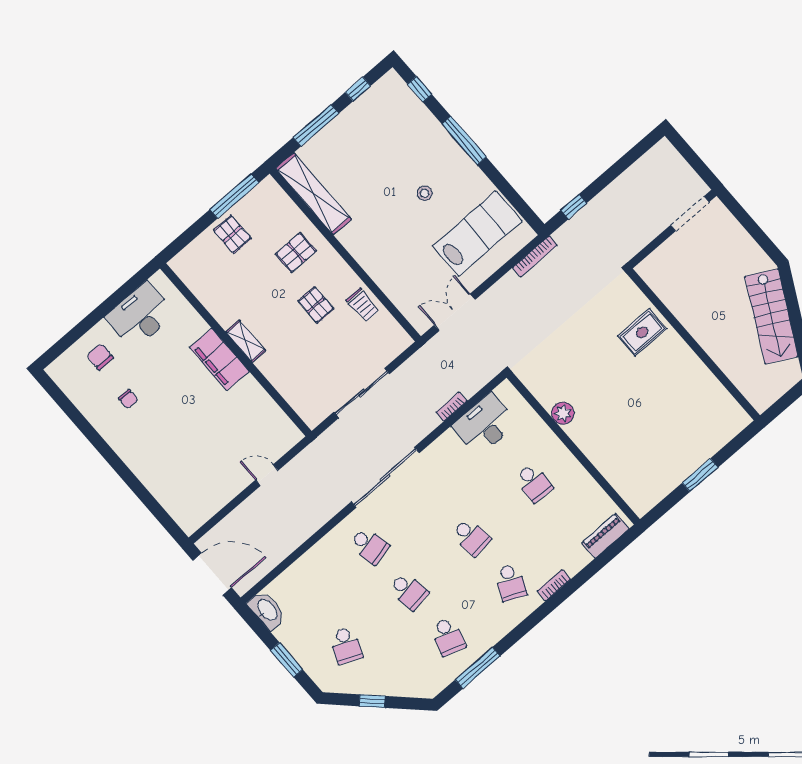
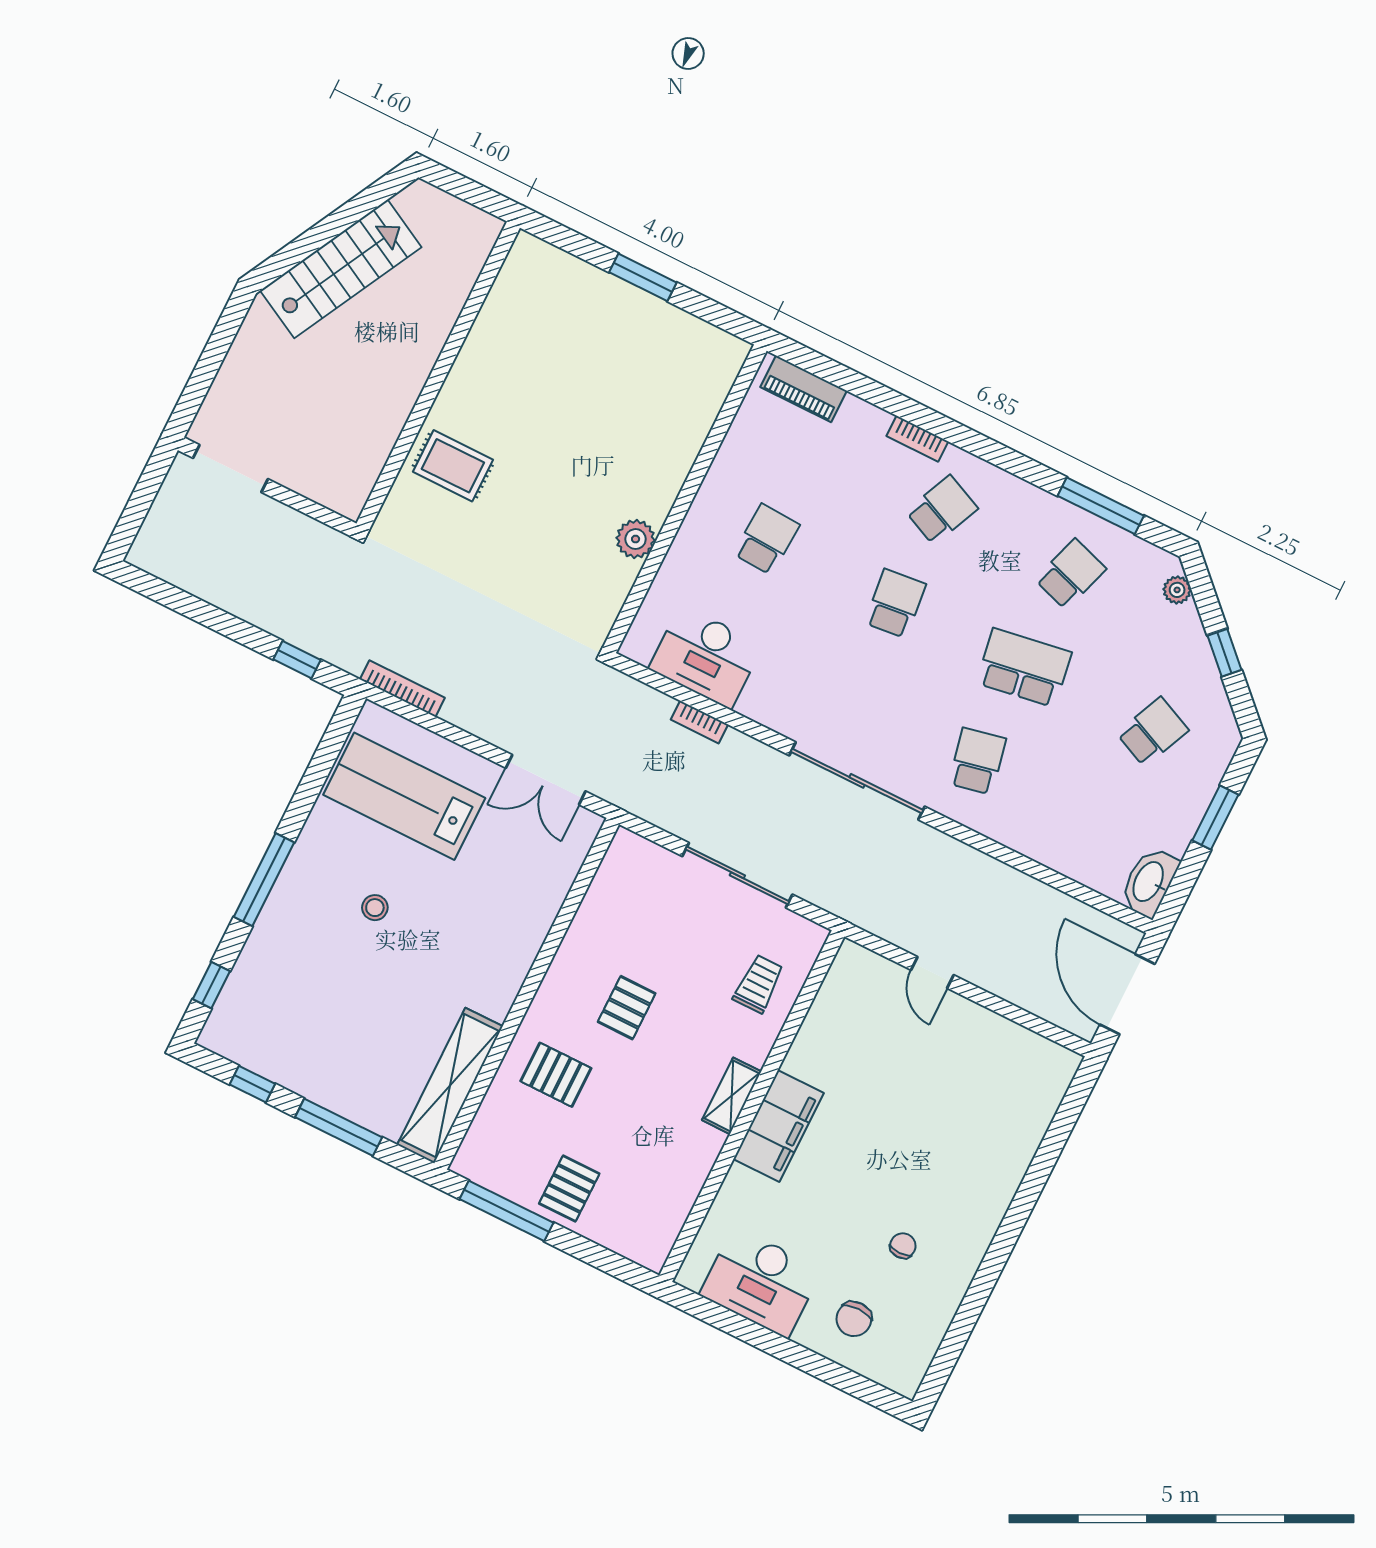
trolley: (363, 305) -> (758, 984), moved
school desk: (409, 591) -> (1024, 668), width x1.85
plant: (416, 690) -> (1177, 590), added

